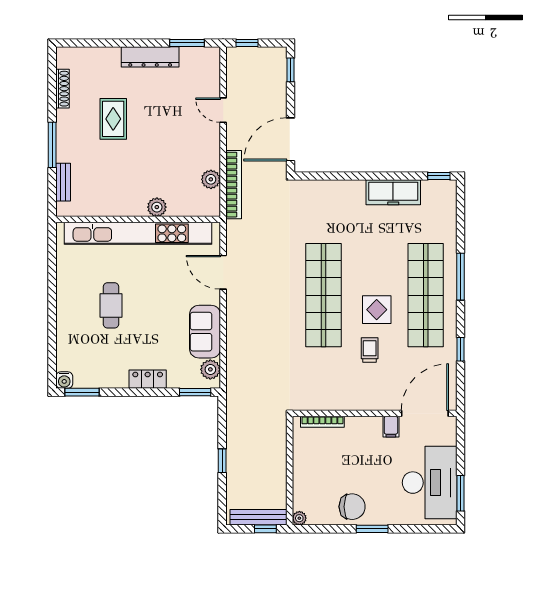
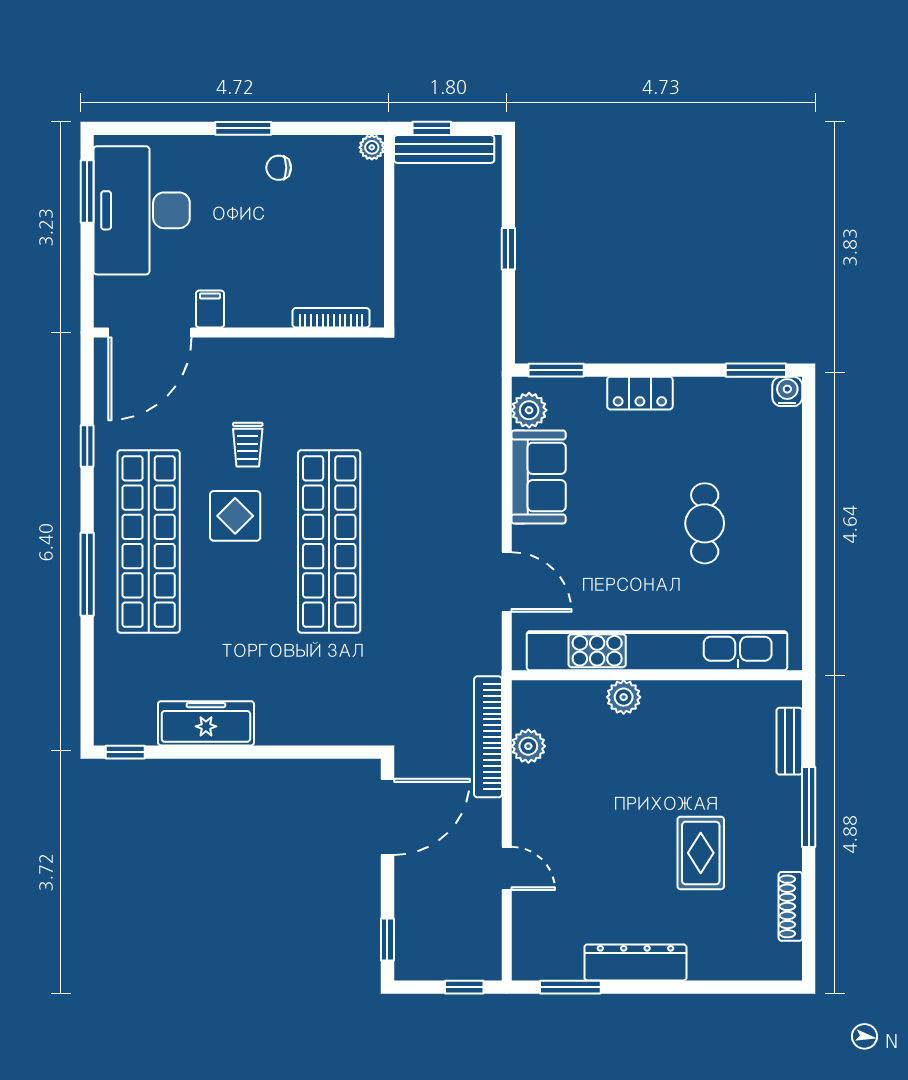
chair: (352, 507) -> (279, 168), width x0.54, depth x0.54

